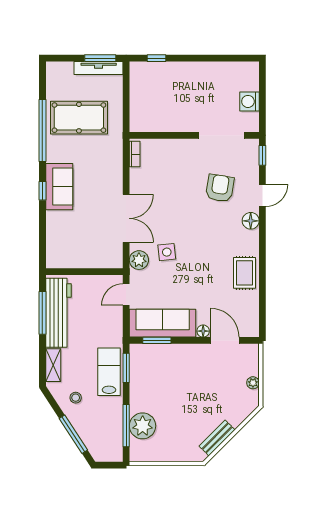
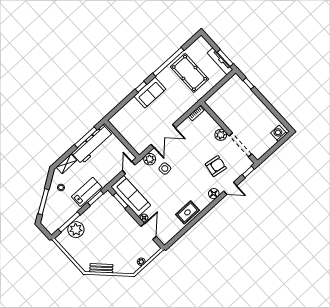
washing machine: (249, 101) -> (279, 133), moved
plant: (188, 148) -> (221, 135), added
door: (126, 294) -> (129, 168), hinge flipped

